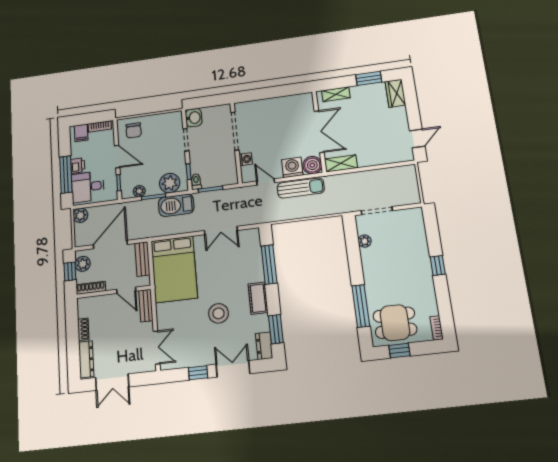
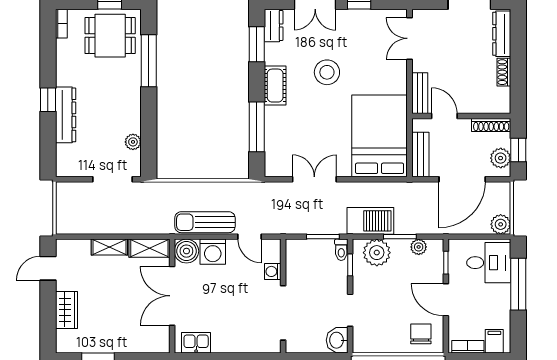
wardrobe: (395, 93) -> (66, 310), moved
shelving: (336, 94) -> (109, 247), moved
kitchen sink: (297, 101) -> (196, 343), added
printer: (78, 166) -> (501, 295), removed
dresser: (422, 255) -> (66, 115), added

